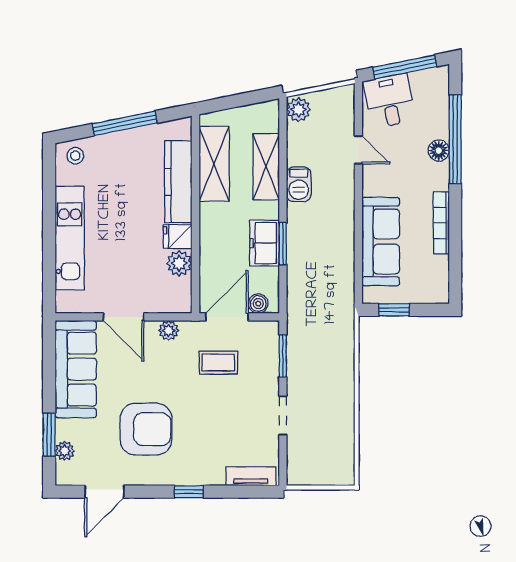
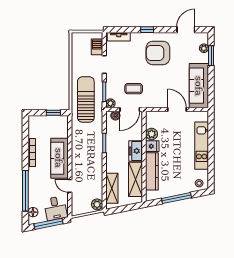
floor lamp: (439, 150) -> (33, 212), moved
shelving: (266, 167) -> (112, 188), moved
barbecue: (299, 184) -> (97, 47), moved
sofa: (381, 241) -> (59, 158), moved
freezer: (264, 243) -> (136, 151), moved, turned 180
plant: (169, 331) -> (110, 103), moved
sun lounger: (323, 339) -> (86, 99), added
armchair: (146, 429) -> (158, 53), moved

